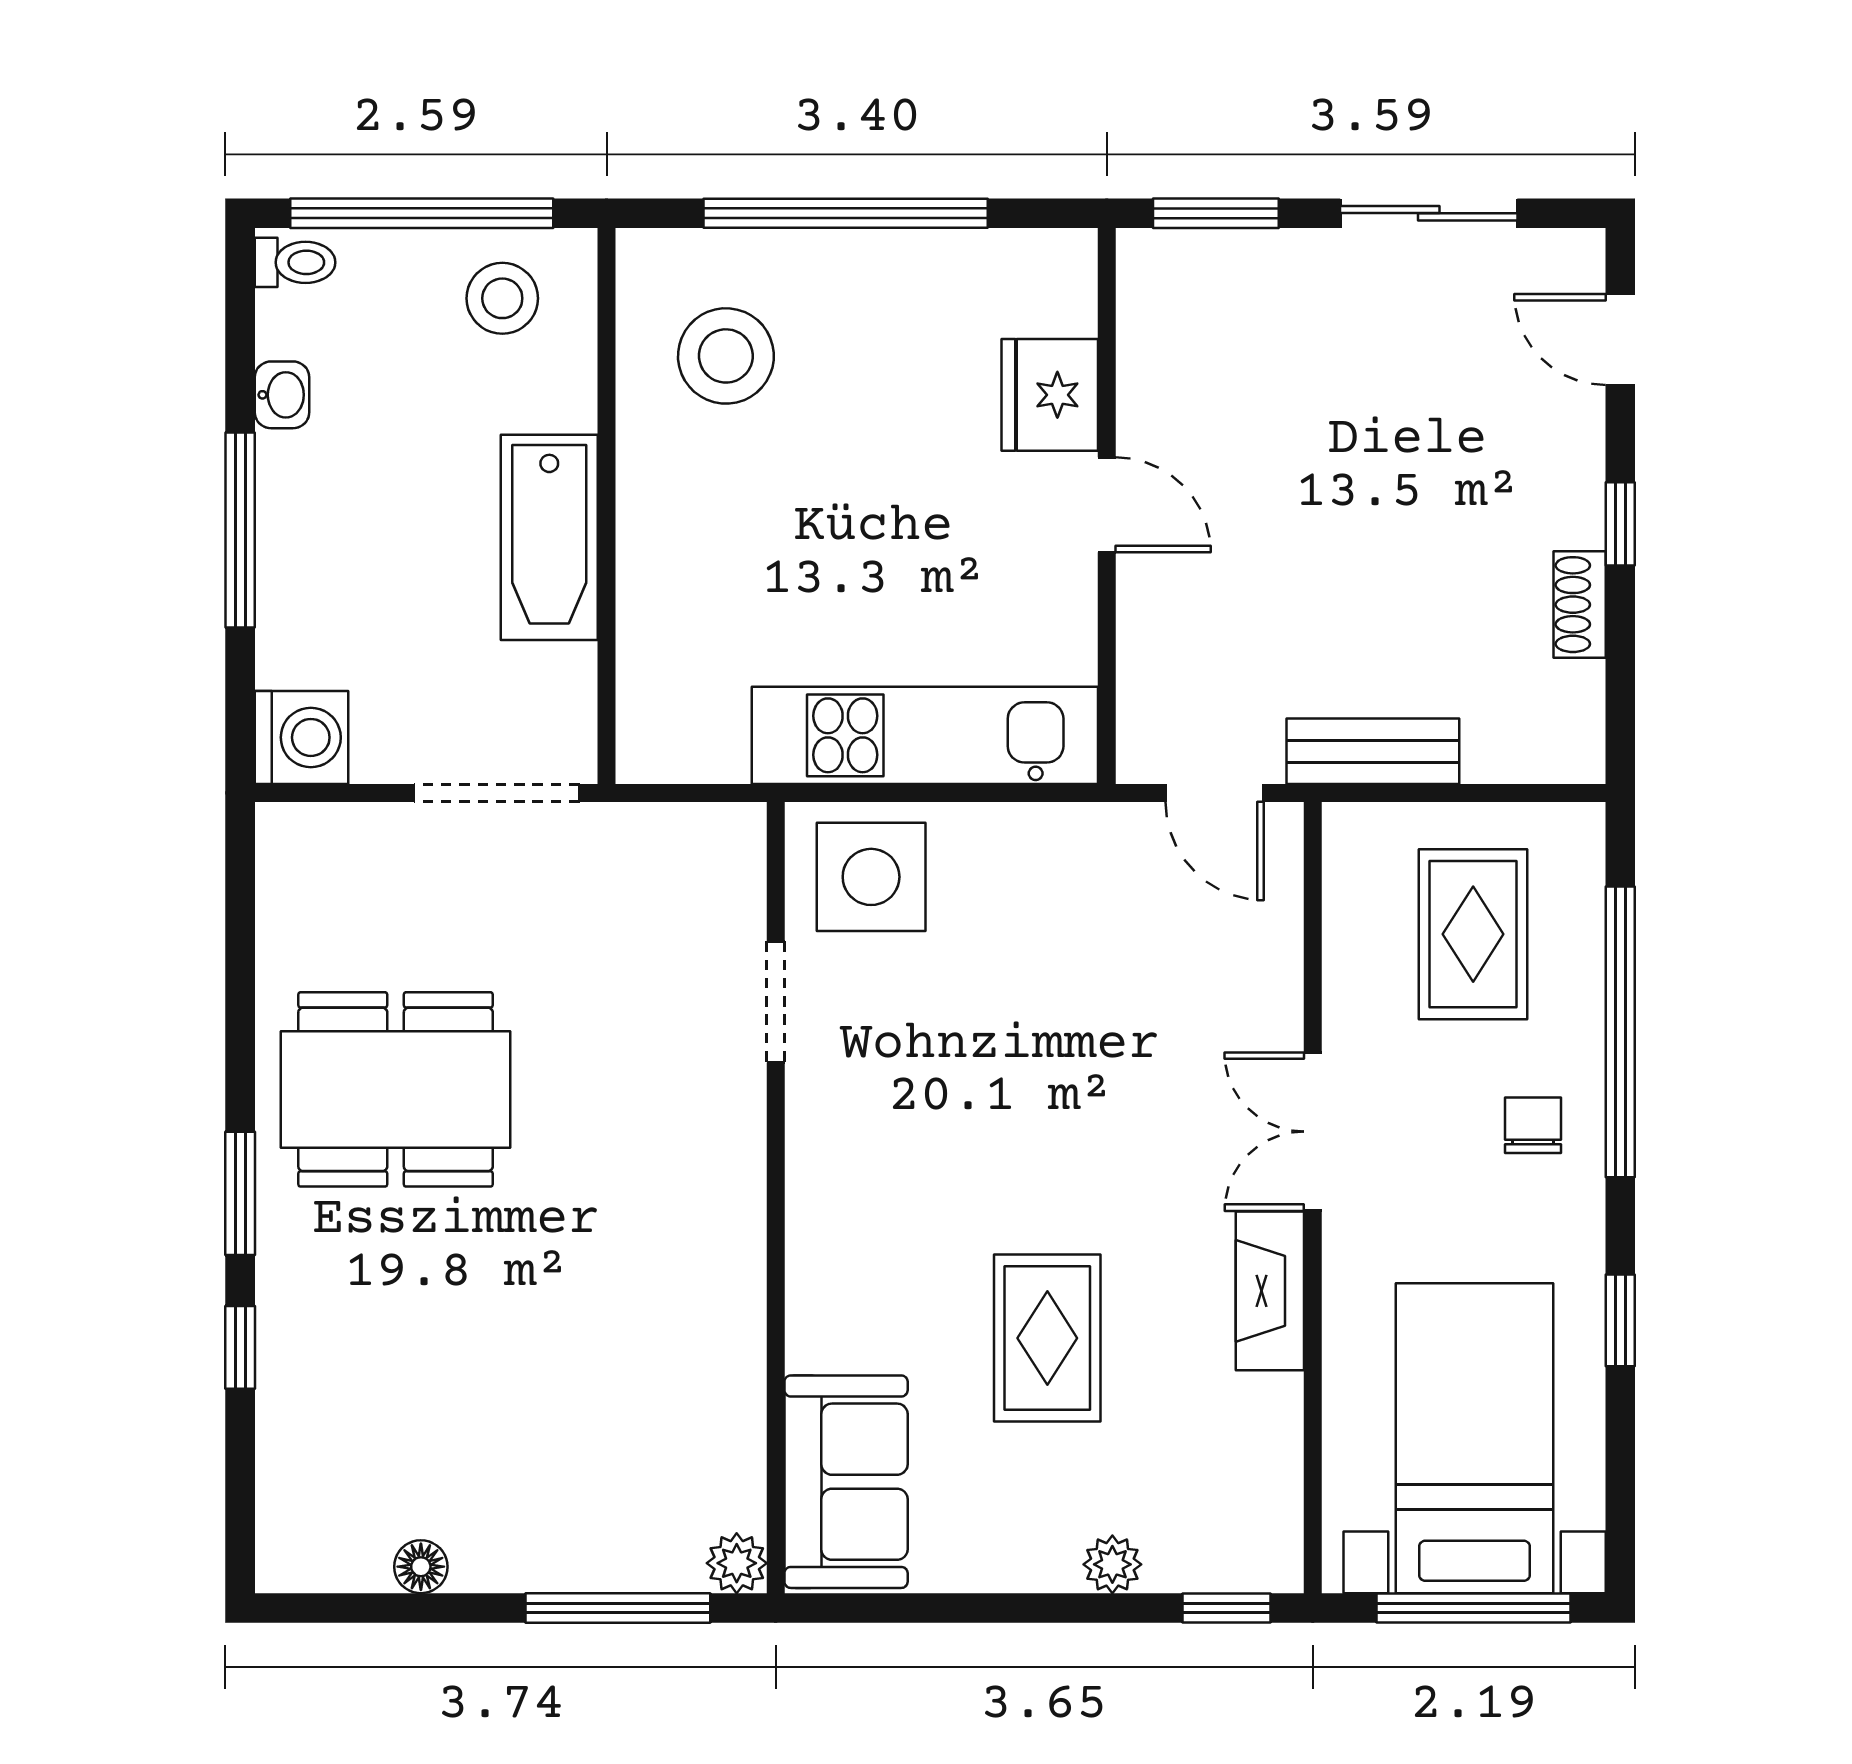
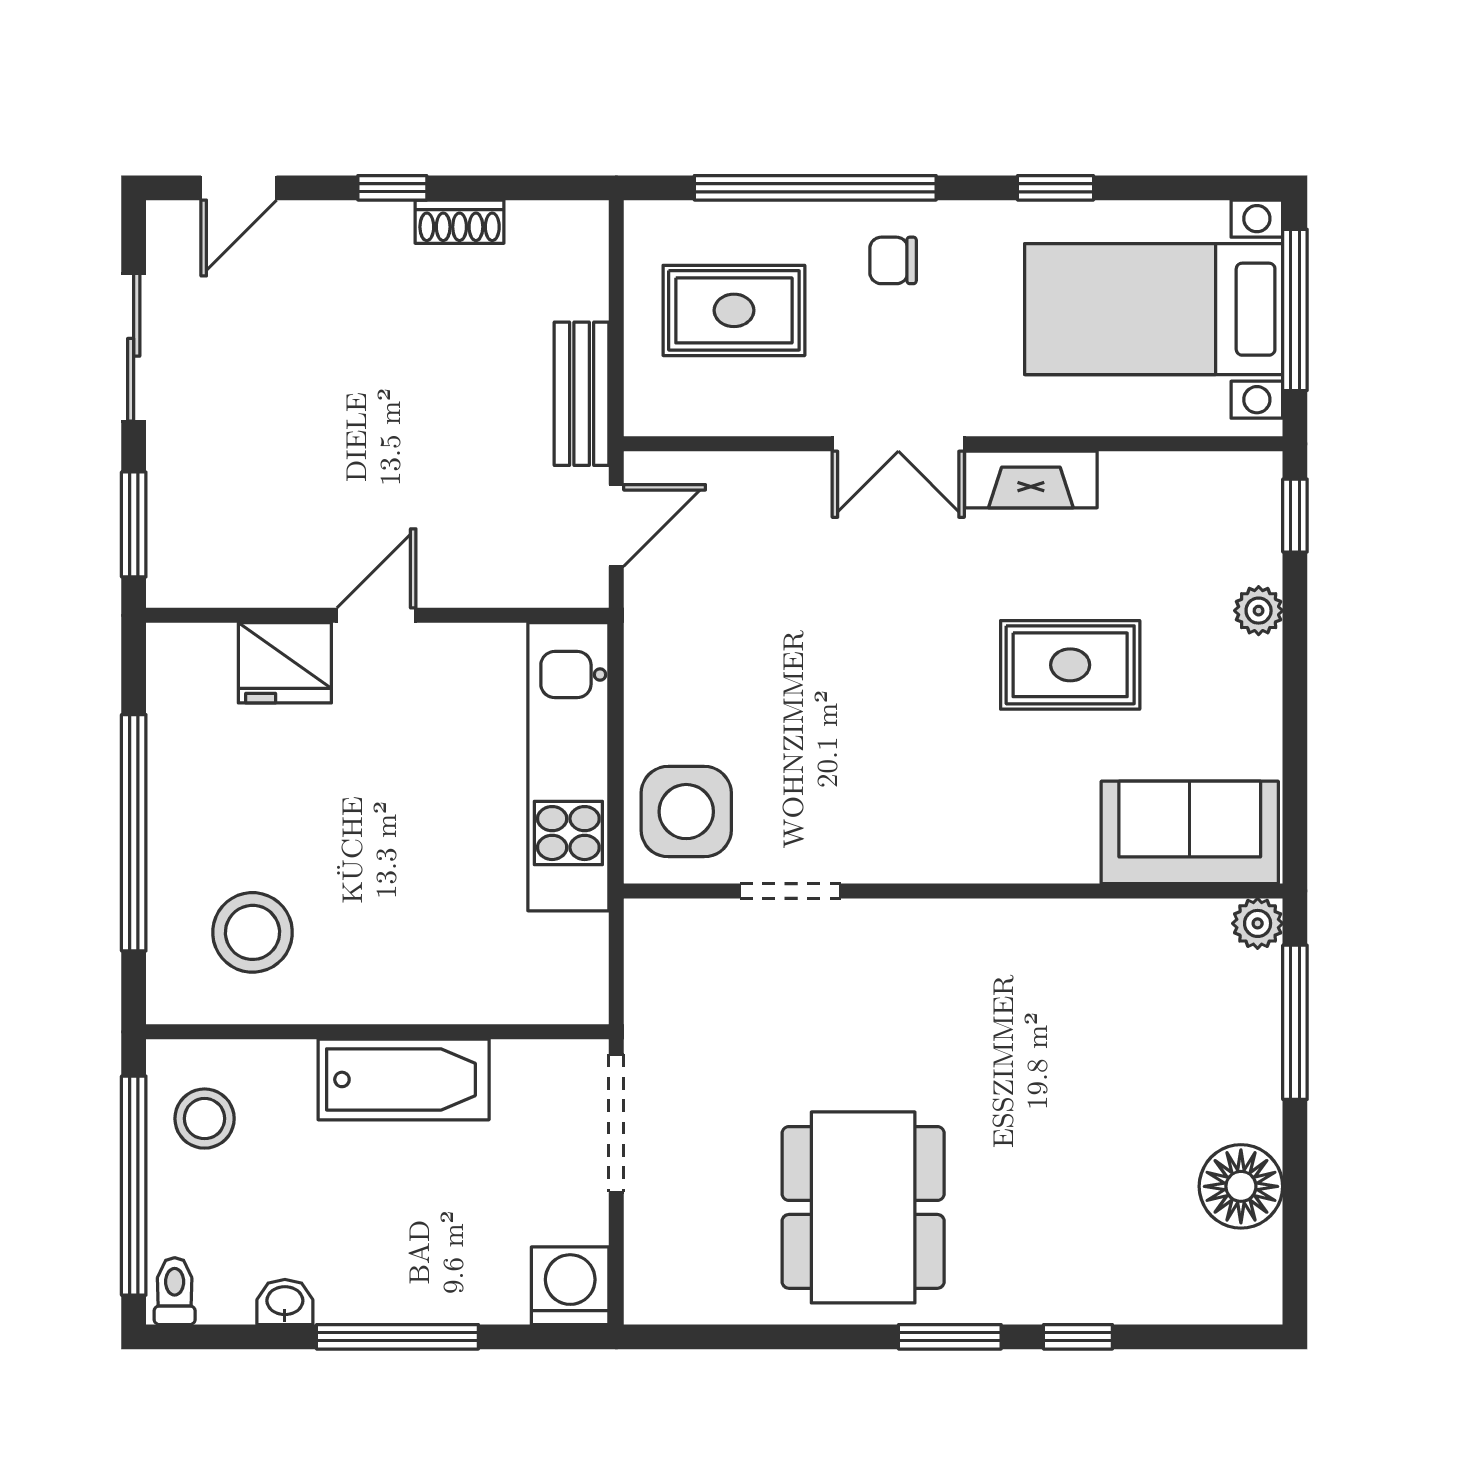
floor lamp: (421, 1567) -> (1241, 1186), width x1.89, depth x1.89

